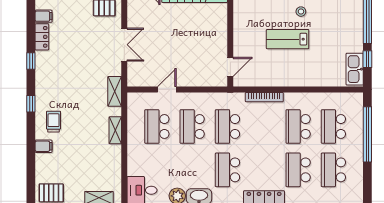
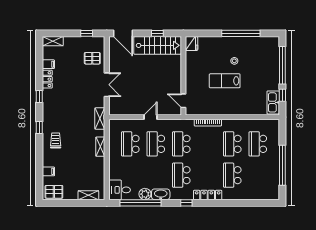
door: (230, 67) -> (183, 101), swing flipped
door: (167, 89) -> (150, 117), moved
window: (367, 134) -> (282, 165), moved
filing cabinet: (44, 146) -> (48, 171), moved
school desk: (333, 170) -> (258, 175), removed

